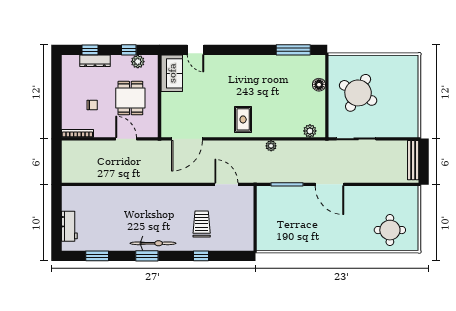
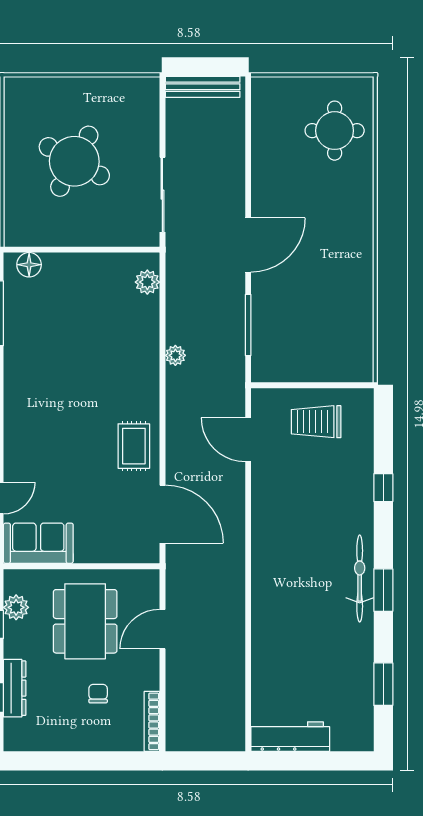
floor lamp: (319, 85) -> (29, 265), moved
round table: (358, 93) -> (74, 161), moved
dining table: (130, 98) -> (85, 621), width x1.38
rug: (243, 119) -> (134, 446), moved, turned 90
door: (226, 184) -> (248, 440), hinge flipped
trolley: (202, 224) -> (316, 422), moved
workbench: (69, 226) -> (290, 737), moved, width x1.38

